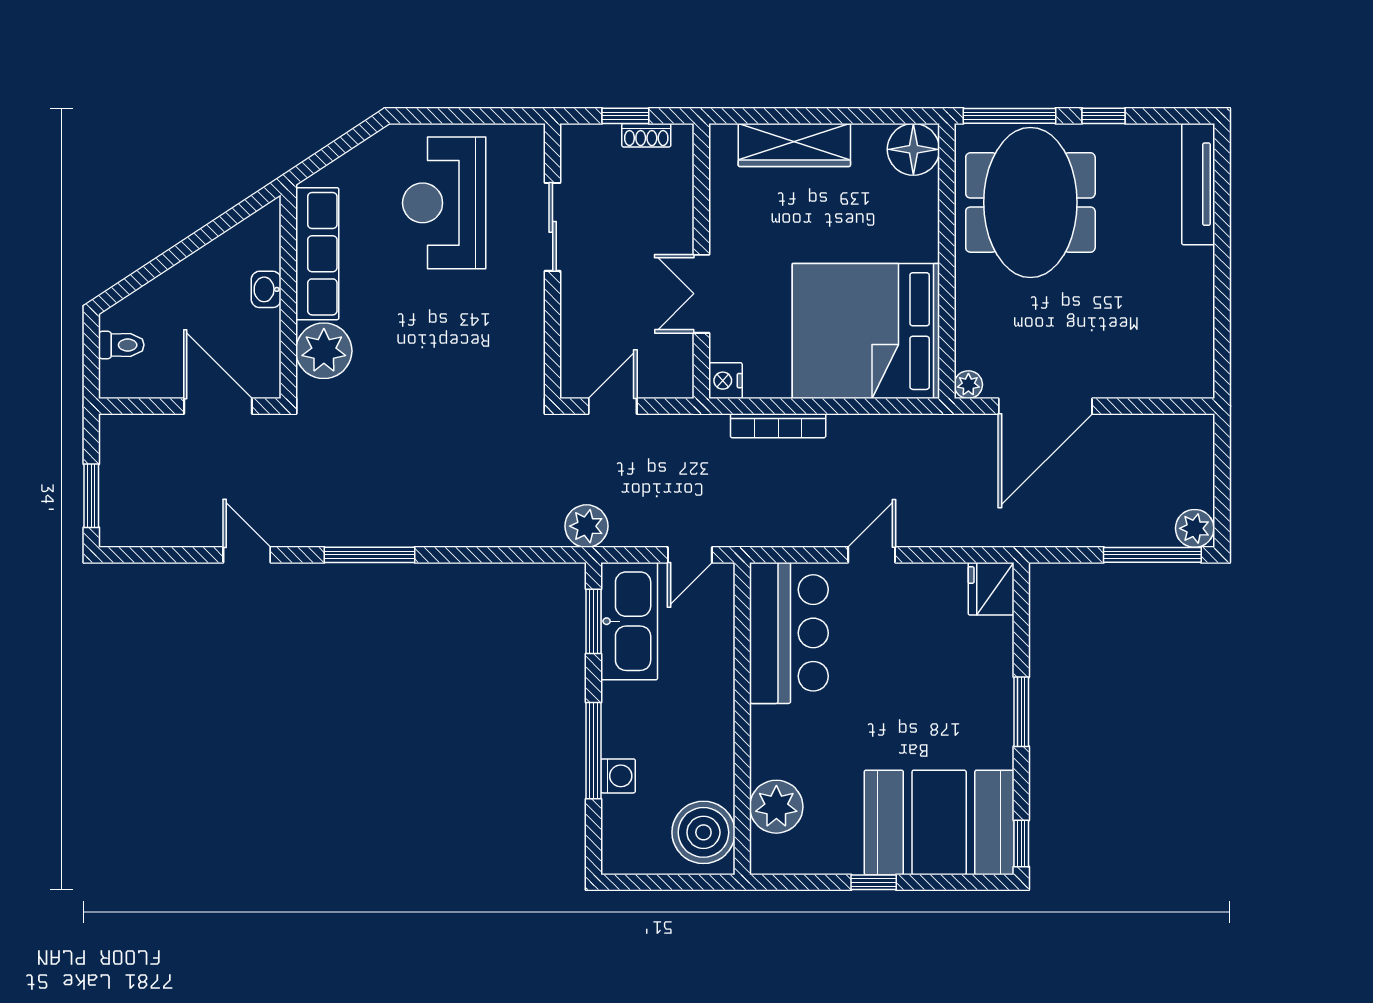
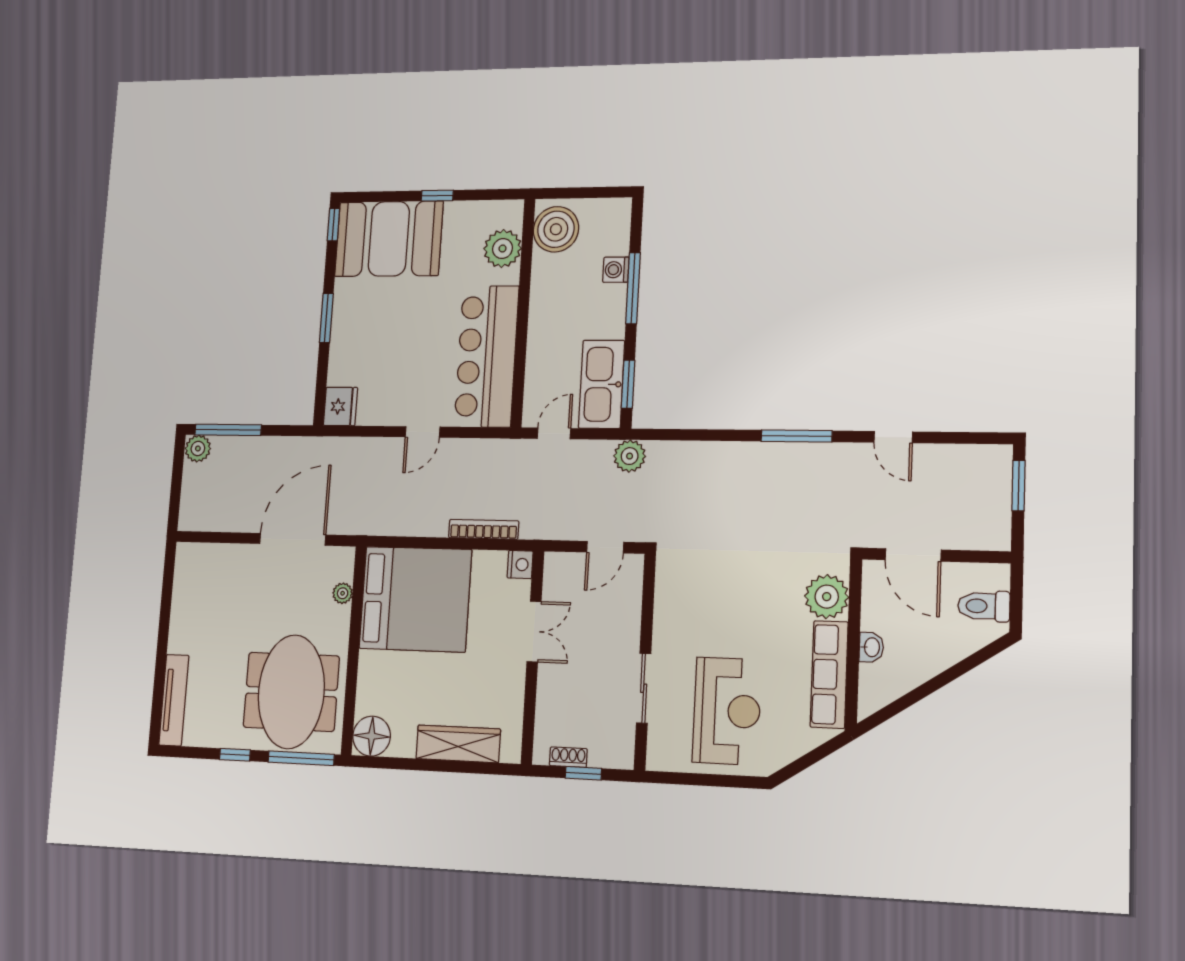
toilet: (121, 345) -> (984, 606), width x1.37, depth x1.39
plant: (968, 385) -> (343, 593), moved
bar counter: (789, 633) -> (487, 356), width x1.36

